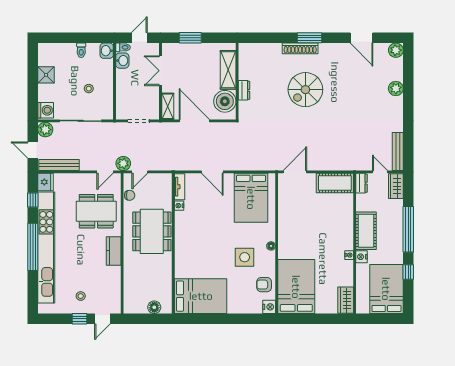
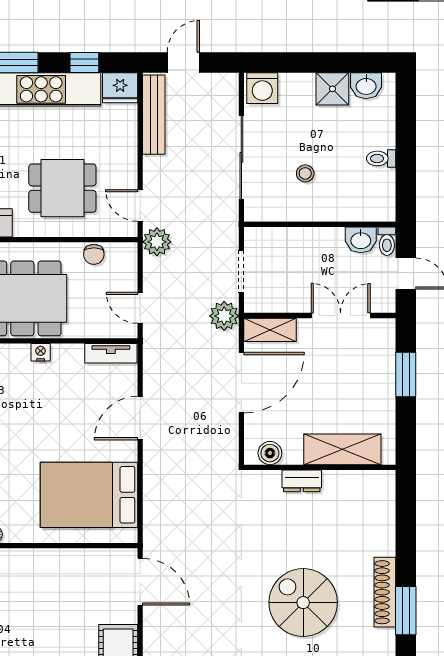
washbasin: (107, 51) -> (366, 86), moved, turned 180
boiler: (225, 101) -> (270, 453), width x0.54, depth x0.54
plant: (45, 130) -> (224, 316), moved
door: (140, 172) -> (140, 308), moved
nightstand: (179, 206) -> (41, 352), moved
dining table: (96, 211) -> (62, 188), width x0.73

